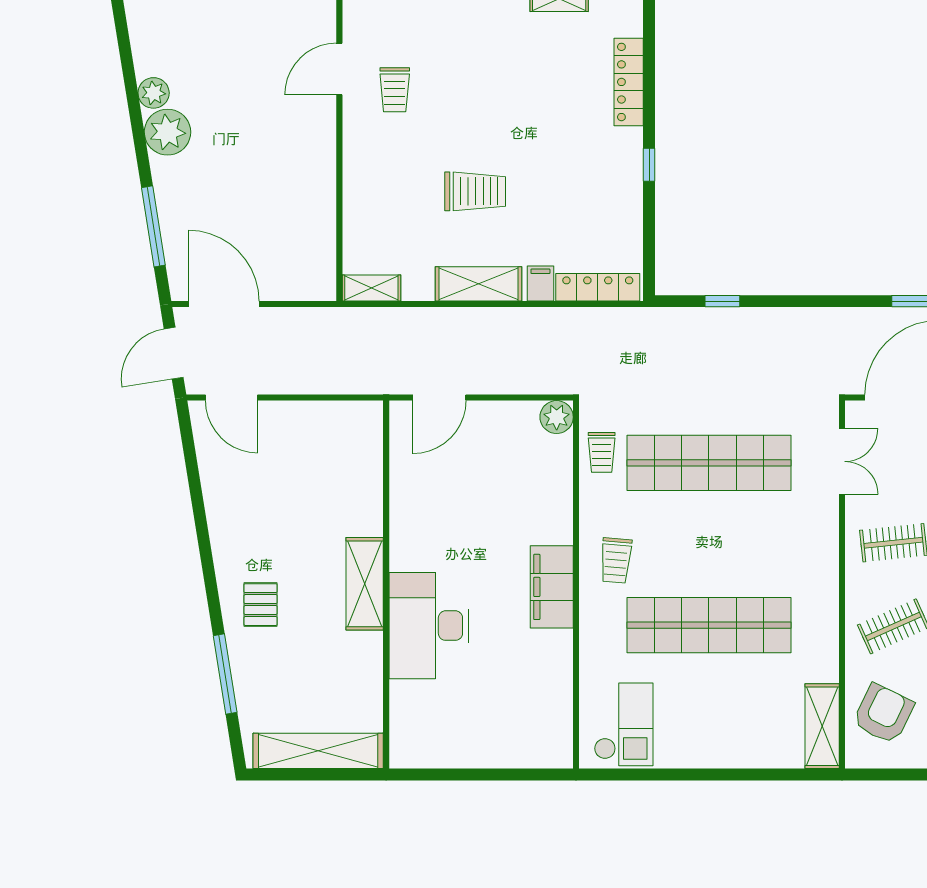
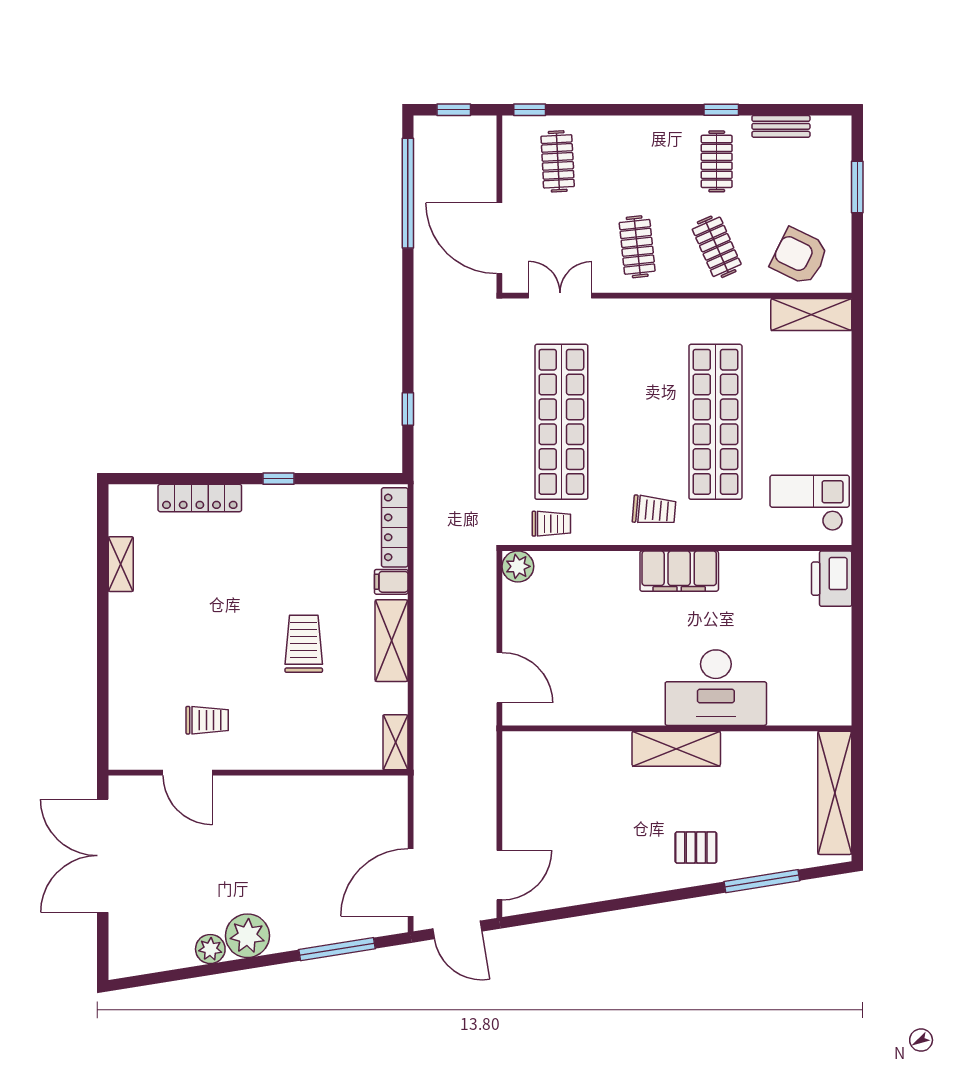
printer: (544, 748) -> (832, 579), added

